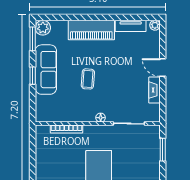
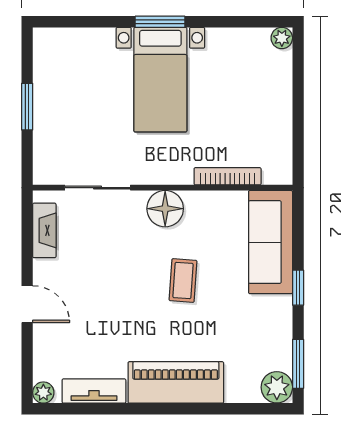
sofa: (46, 70) -> (271, 242), moved
fireplace: (154, 90) -> (44, 230), moved
floor lamp: (101, 118) -> (165, 209), width x1.89, depth x1.89
window: (163, 150) -> (27, 107), moved

